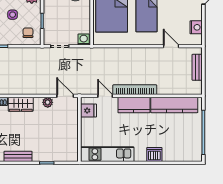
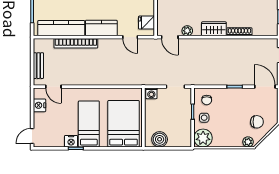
side table: (13, 15) -> (204, 118), moved
door: (171, 46) -> (53, 87), moved
bookcase: (135, 90) -> (76, 43), moved

